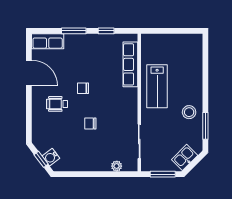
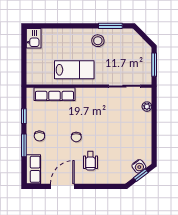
chair: (90, 123) -> (39, 136), moved
kitchen sink: (185, 157) -> (34, 38), moved, turned -135

